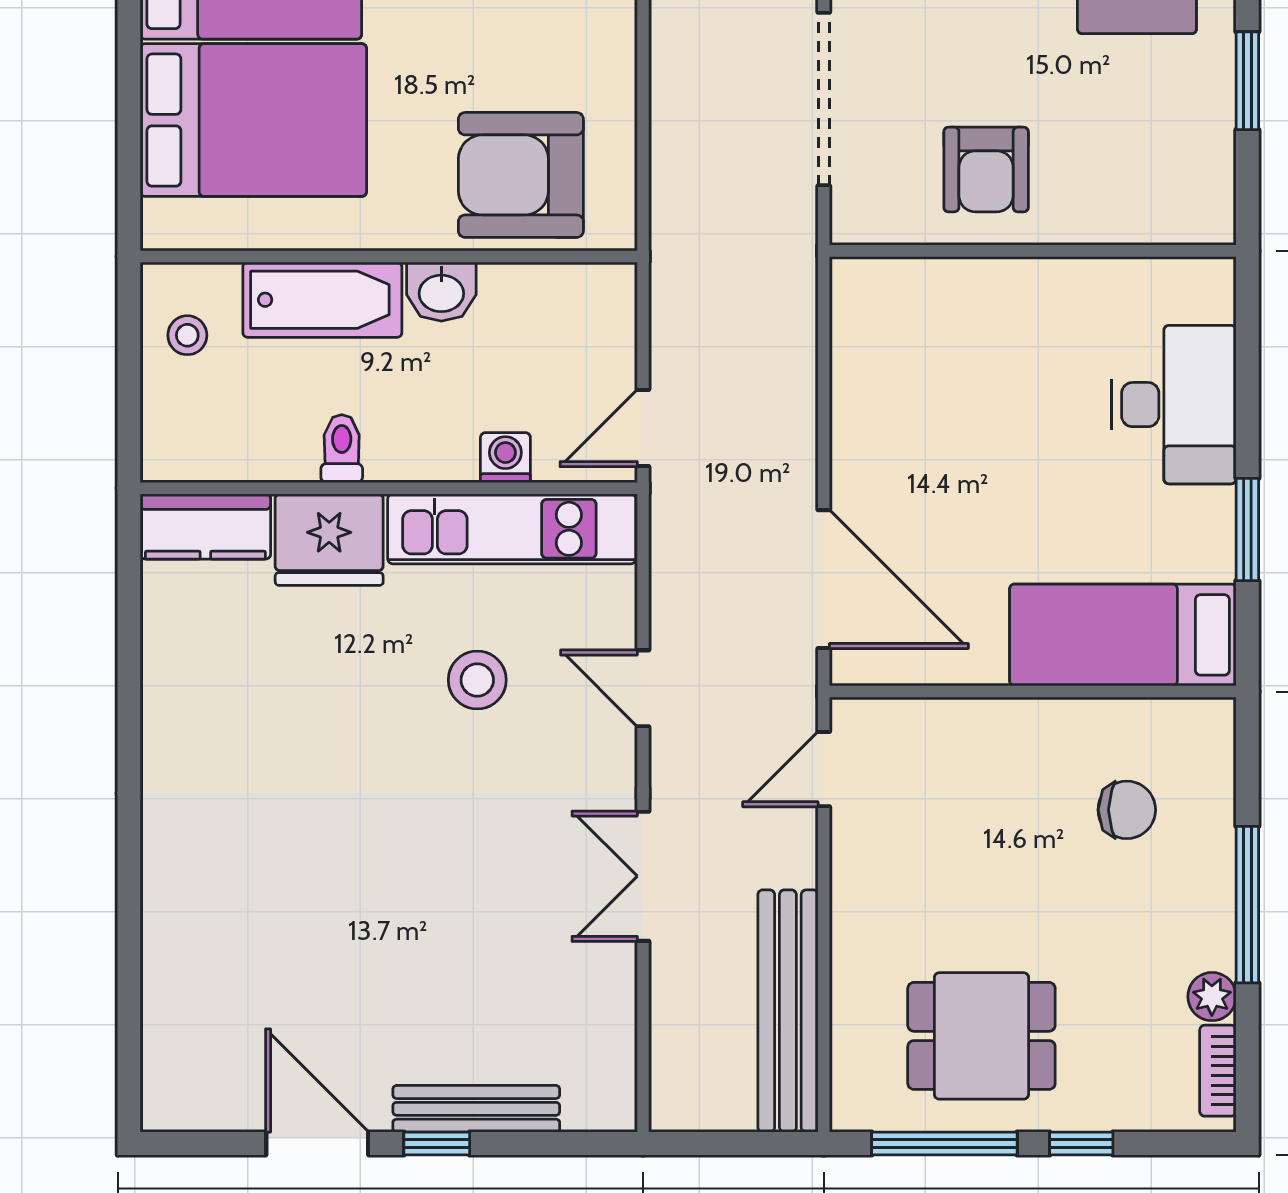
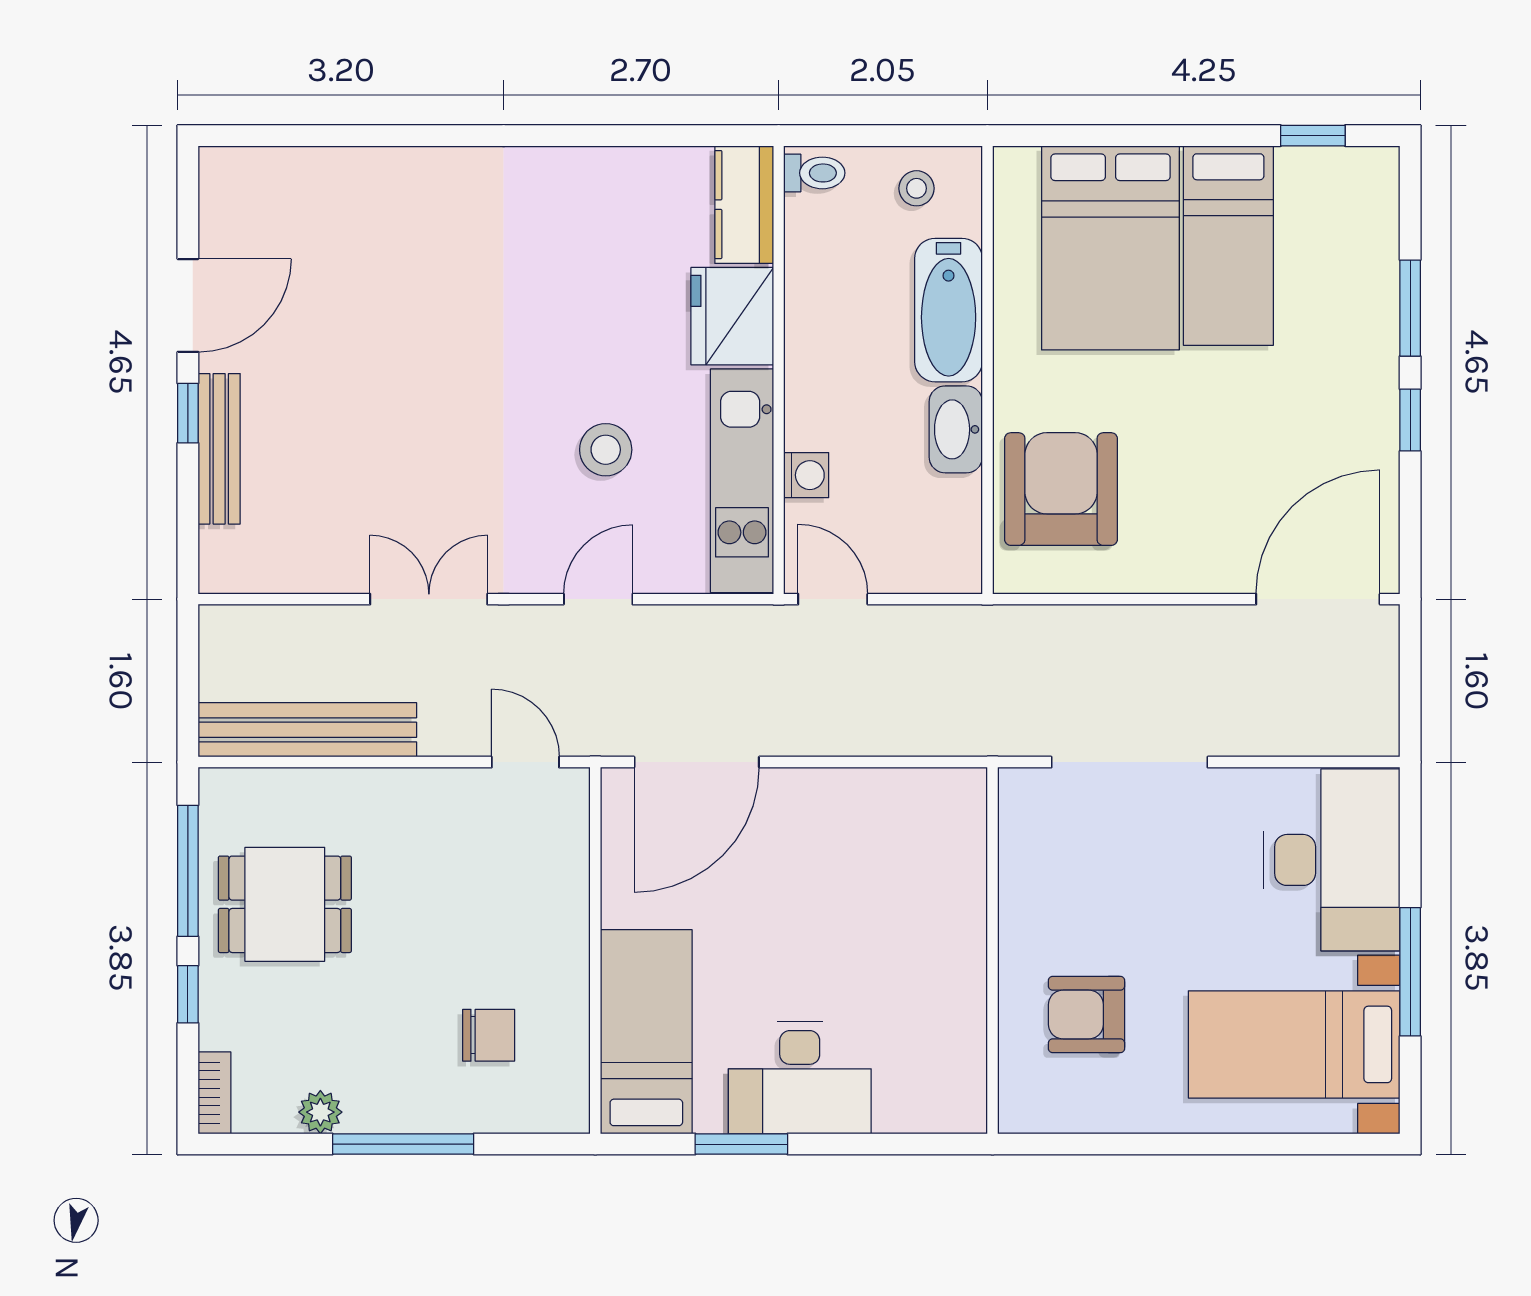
window: (1247, 81) -> (1146, 1144), removed
armchair: (986, 170) -> (1087, 1015), moved
washbasin: (441, 292) -> (956, 429), width x1.38
desk: (1174, 405) -> (800, 1078), moved
toilet: (342, 449) -> (814, 173), moved
chair: (1127, 810) -> (489, 1035), turned -90
dining table: (981, 1036) -> (285, 904), turned 90
bookcase: (1218, 1071) -> (214, 1093), moved, turned 90

